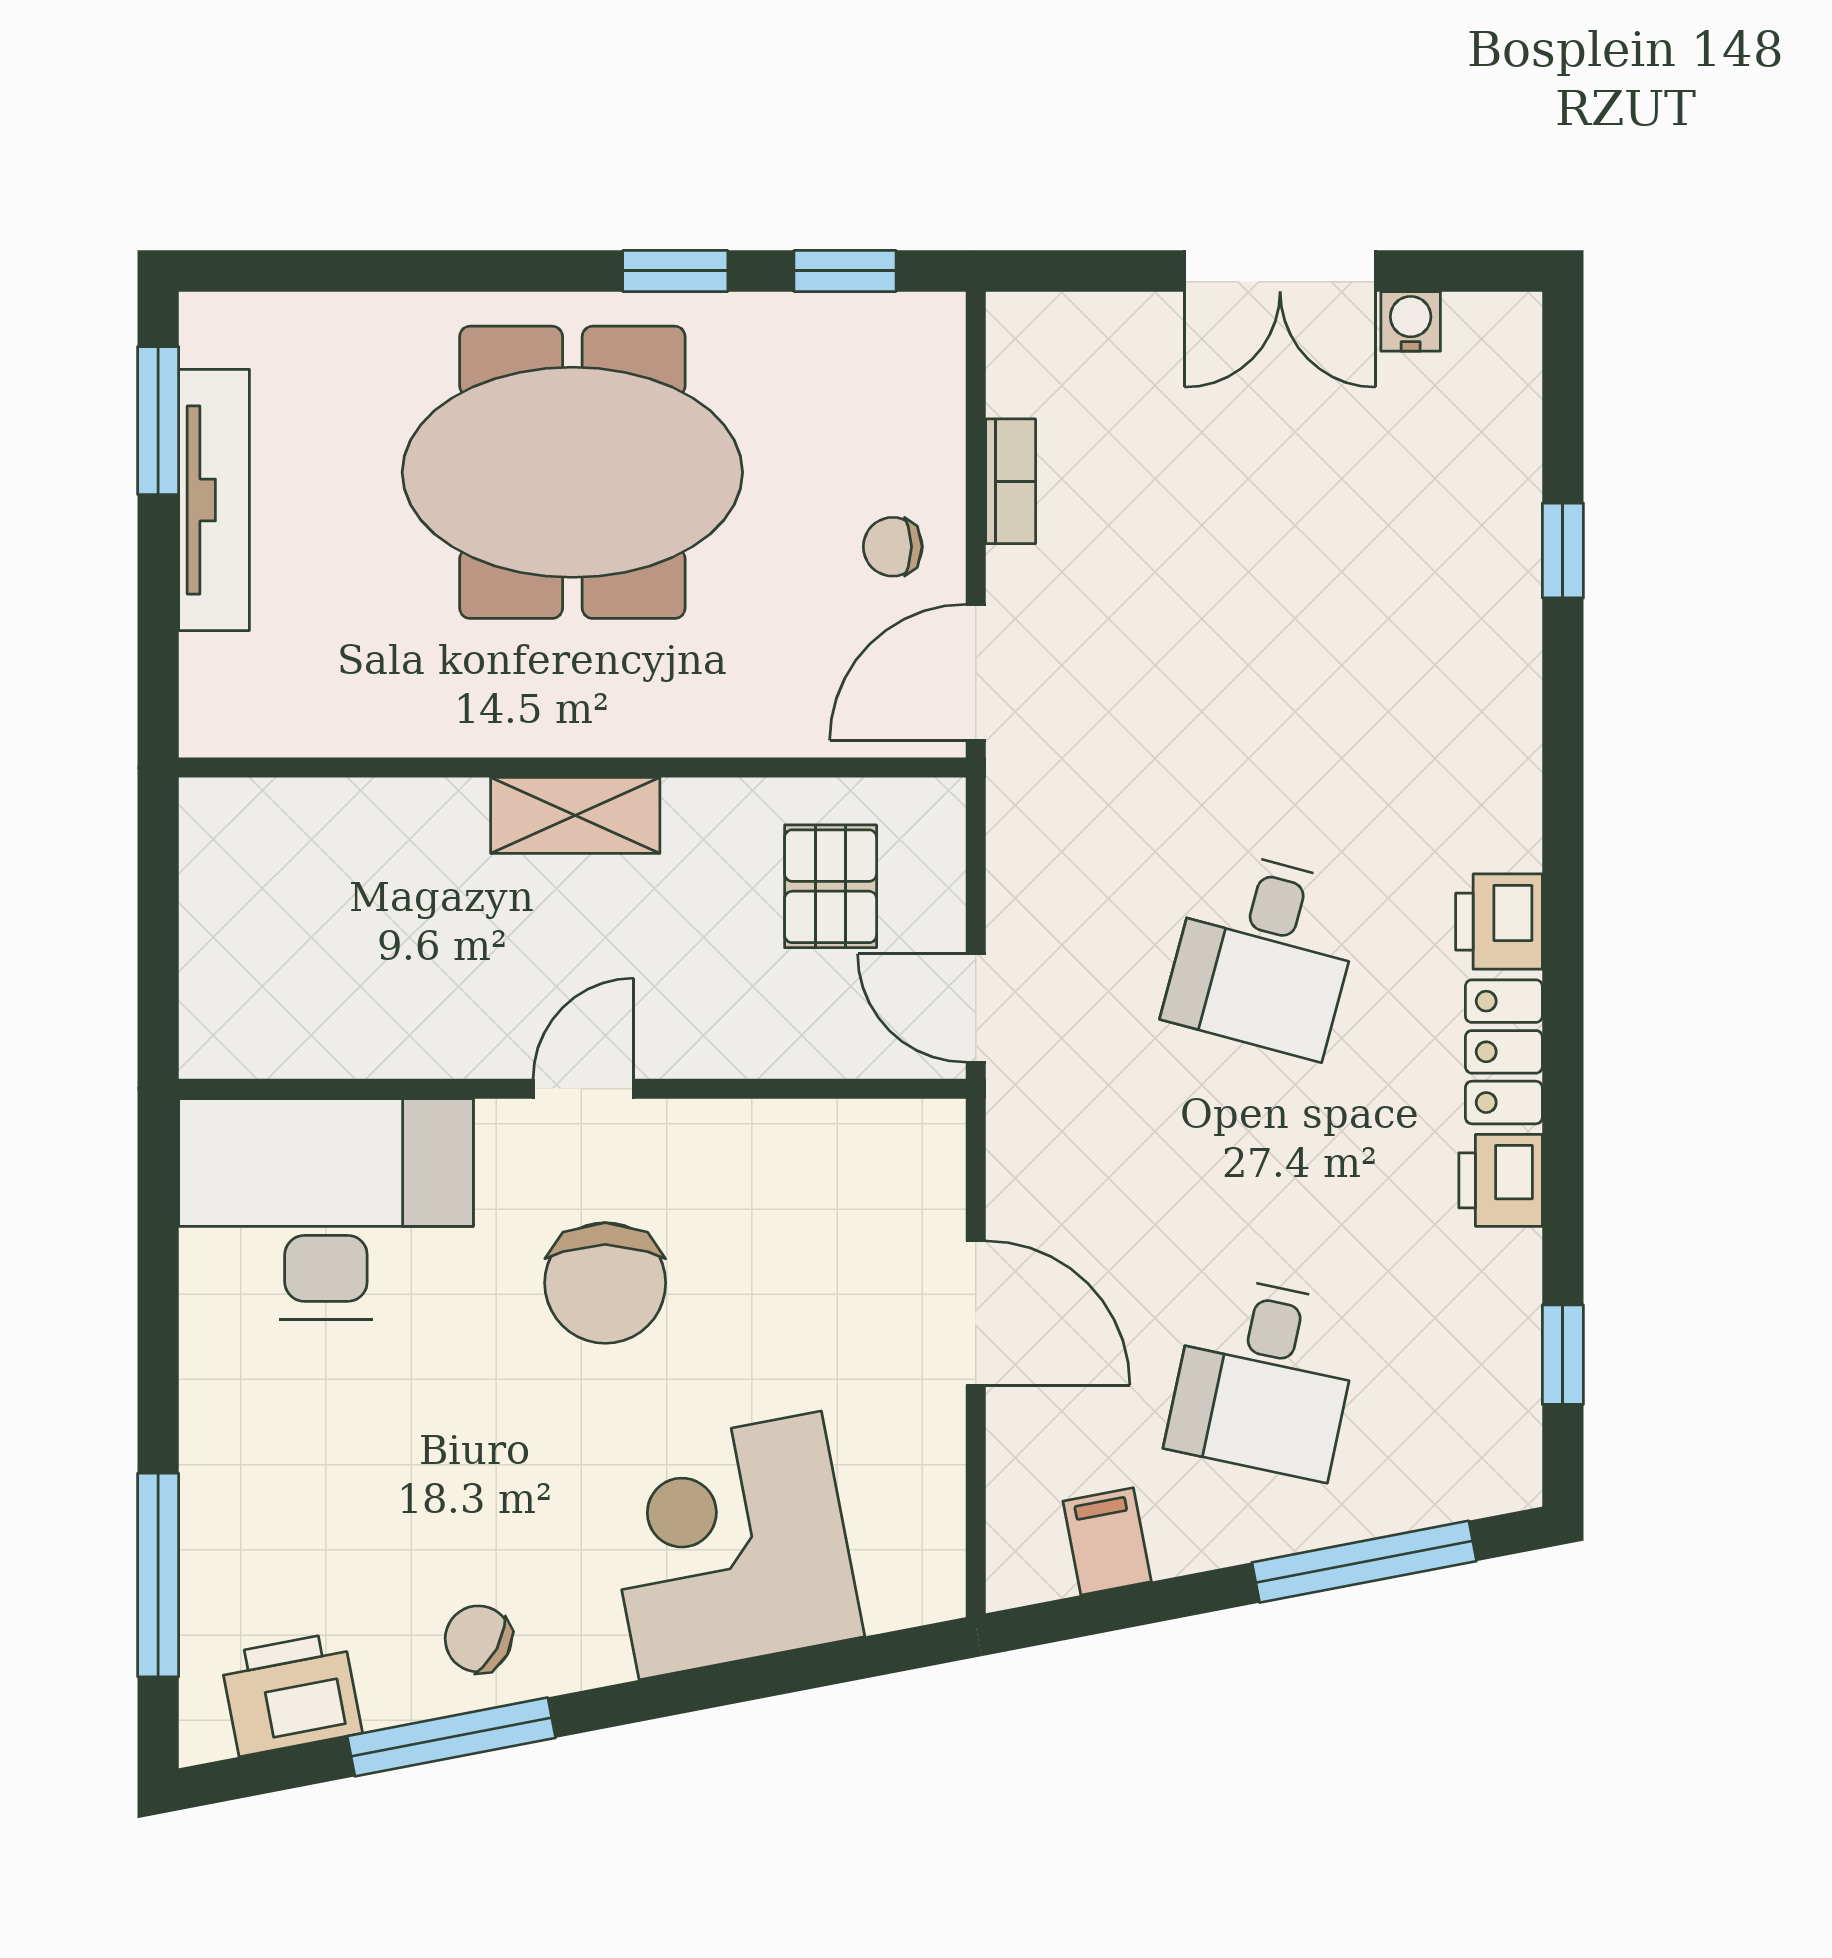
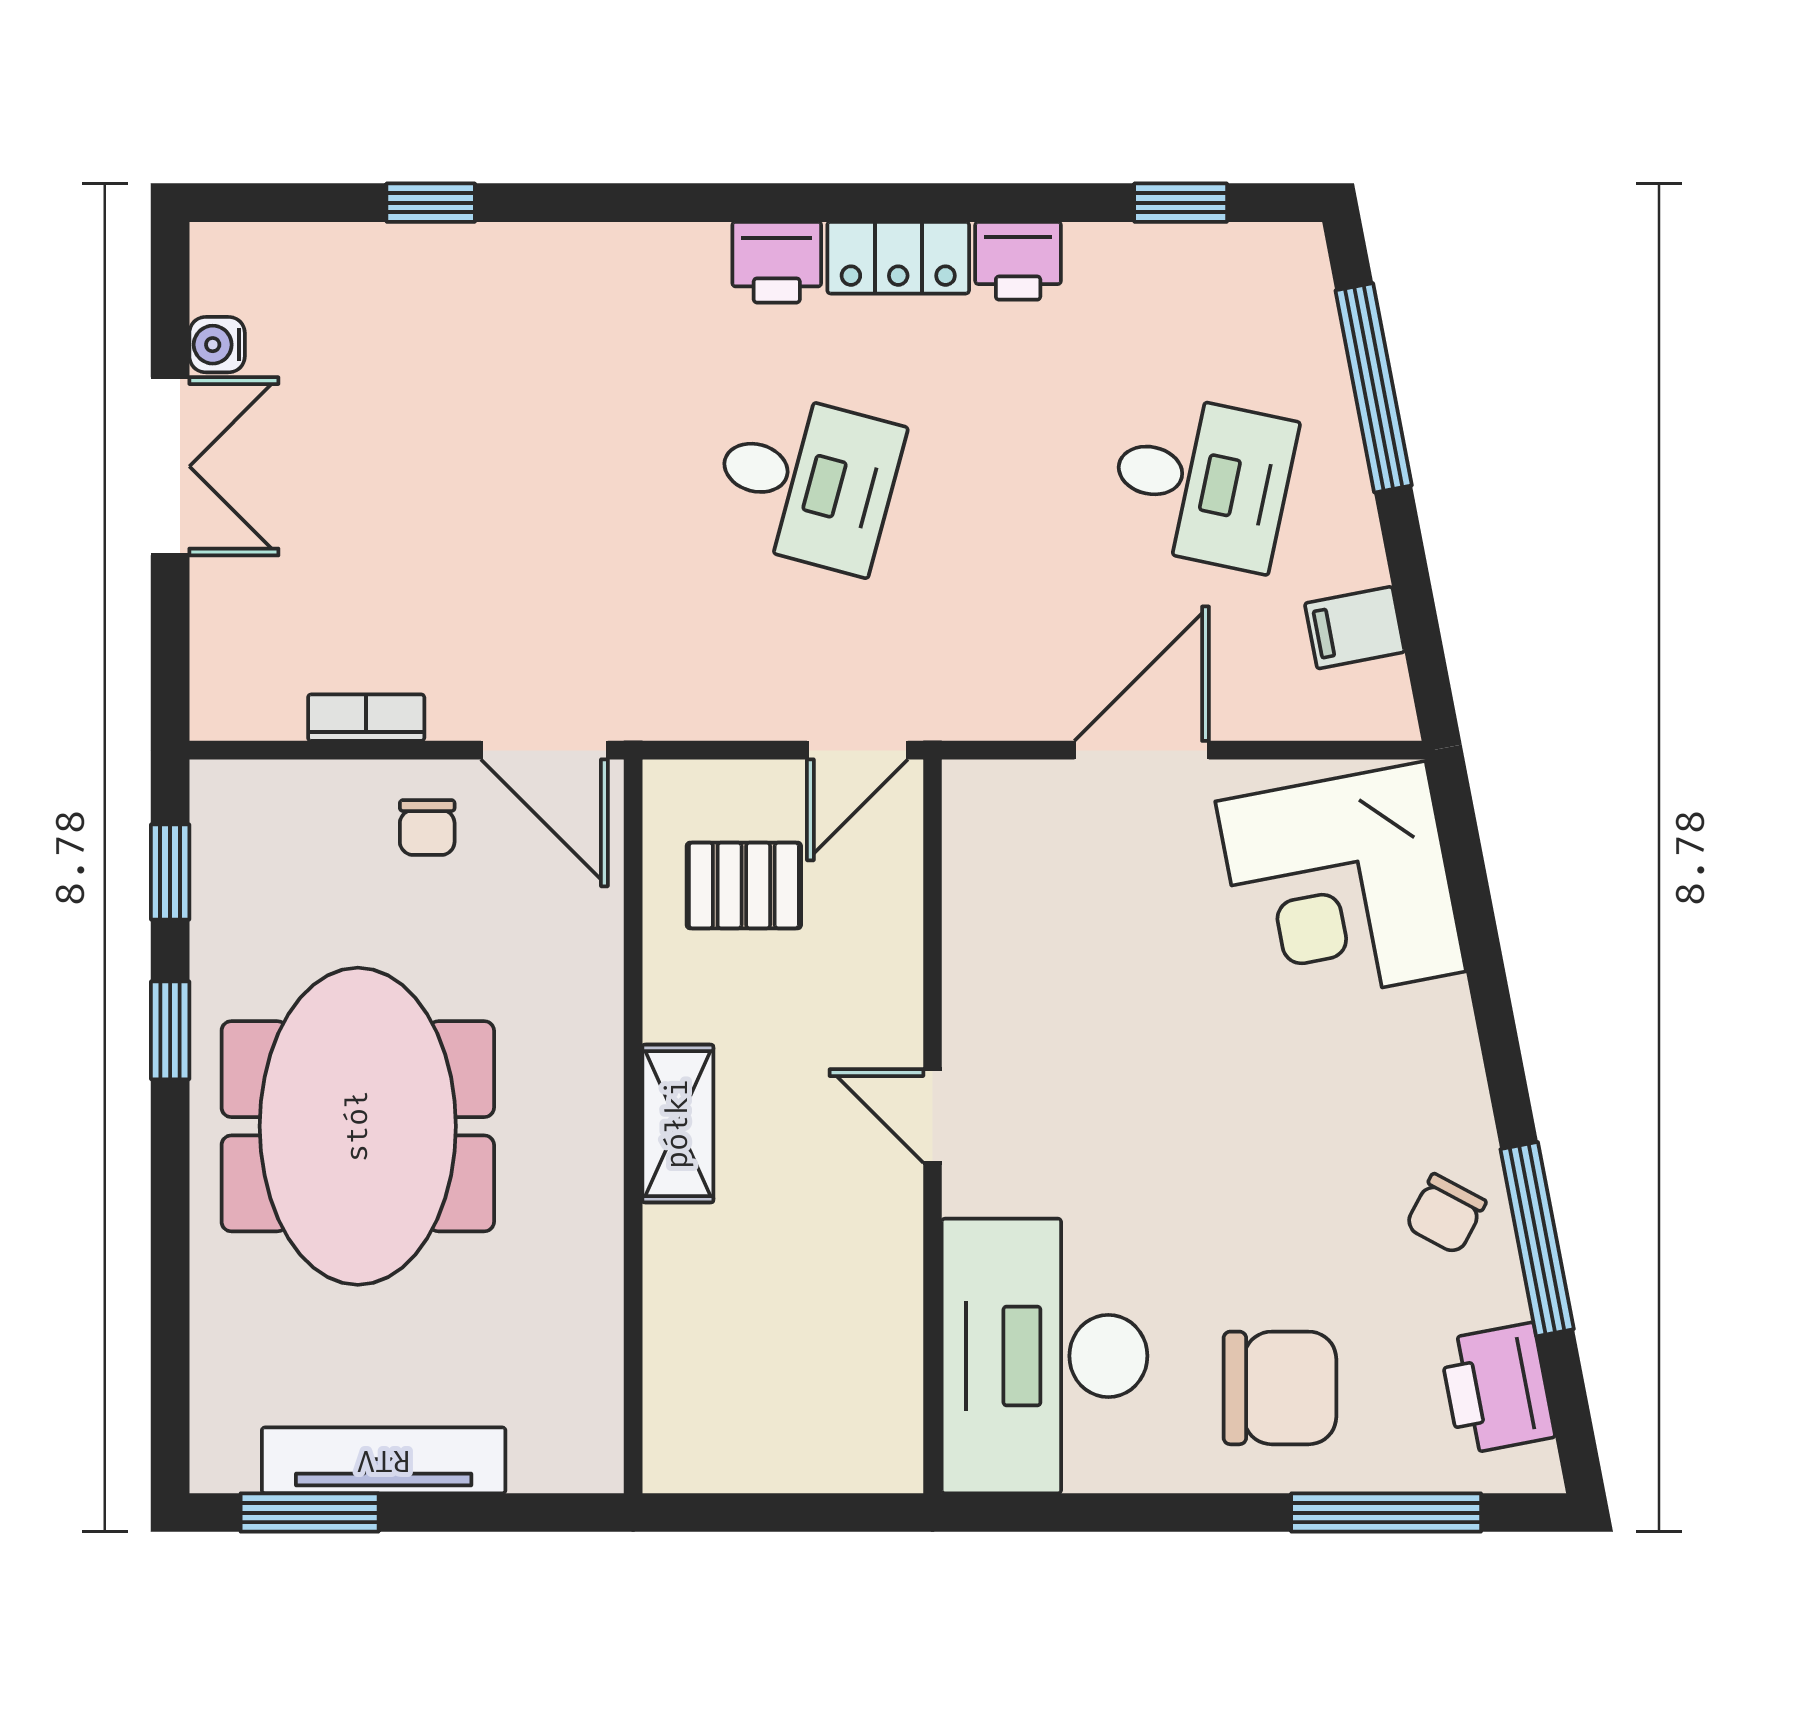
chair: (605, 1283) -> (1280, 1388), moved
corner desk: (730, 1545) -> (1341, 886), moved

